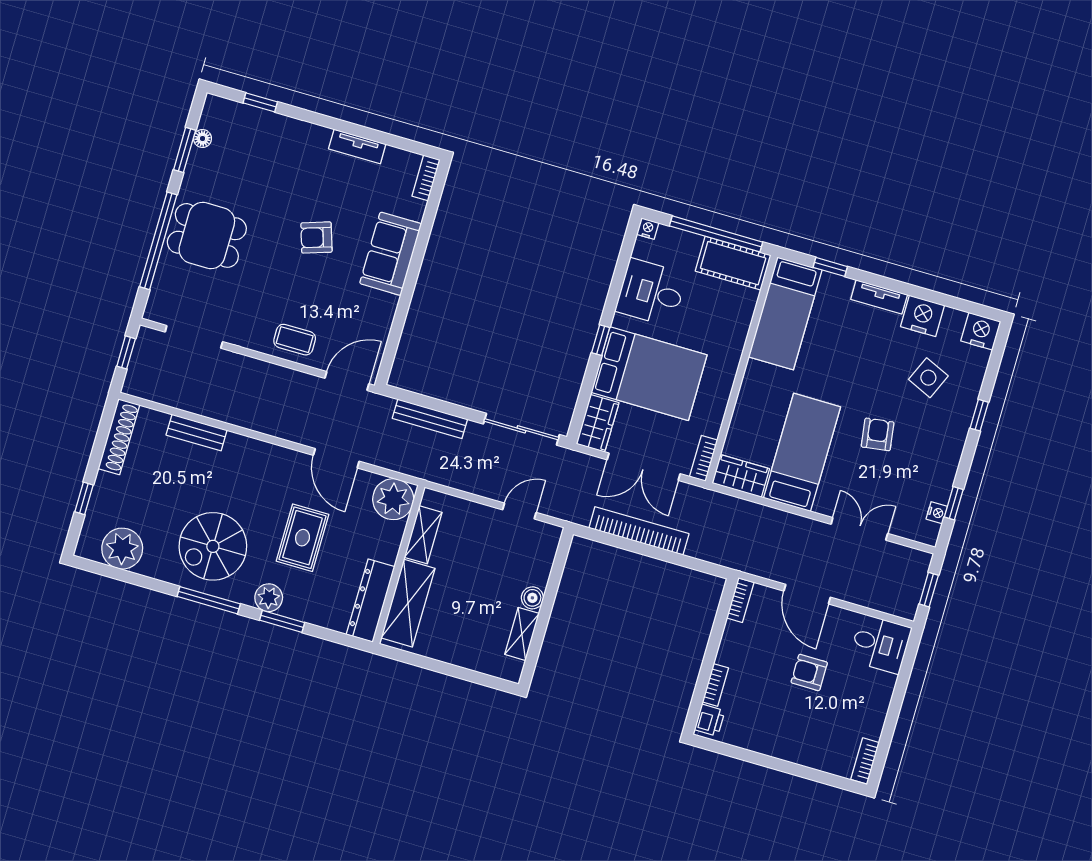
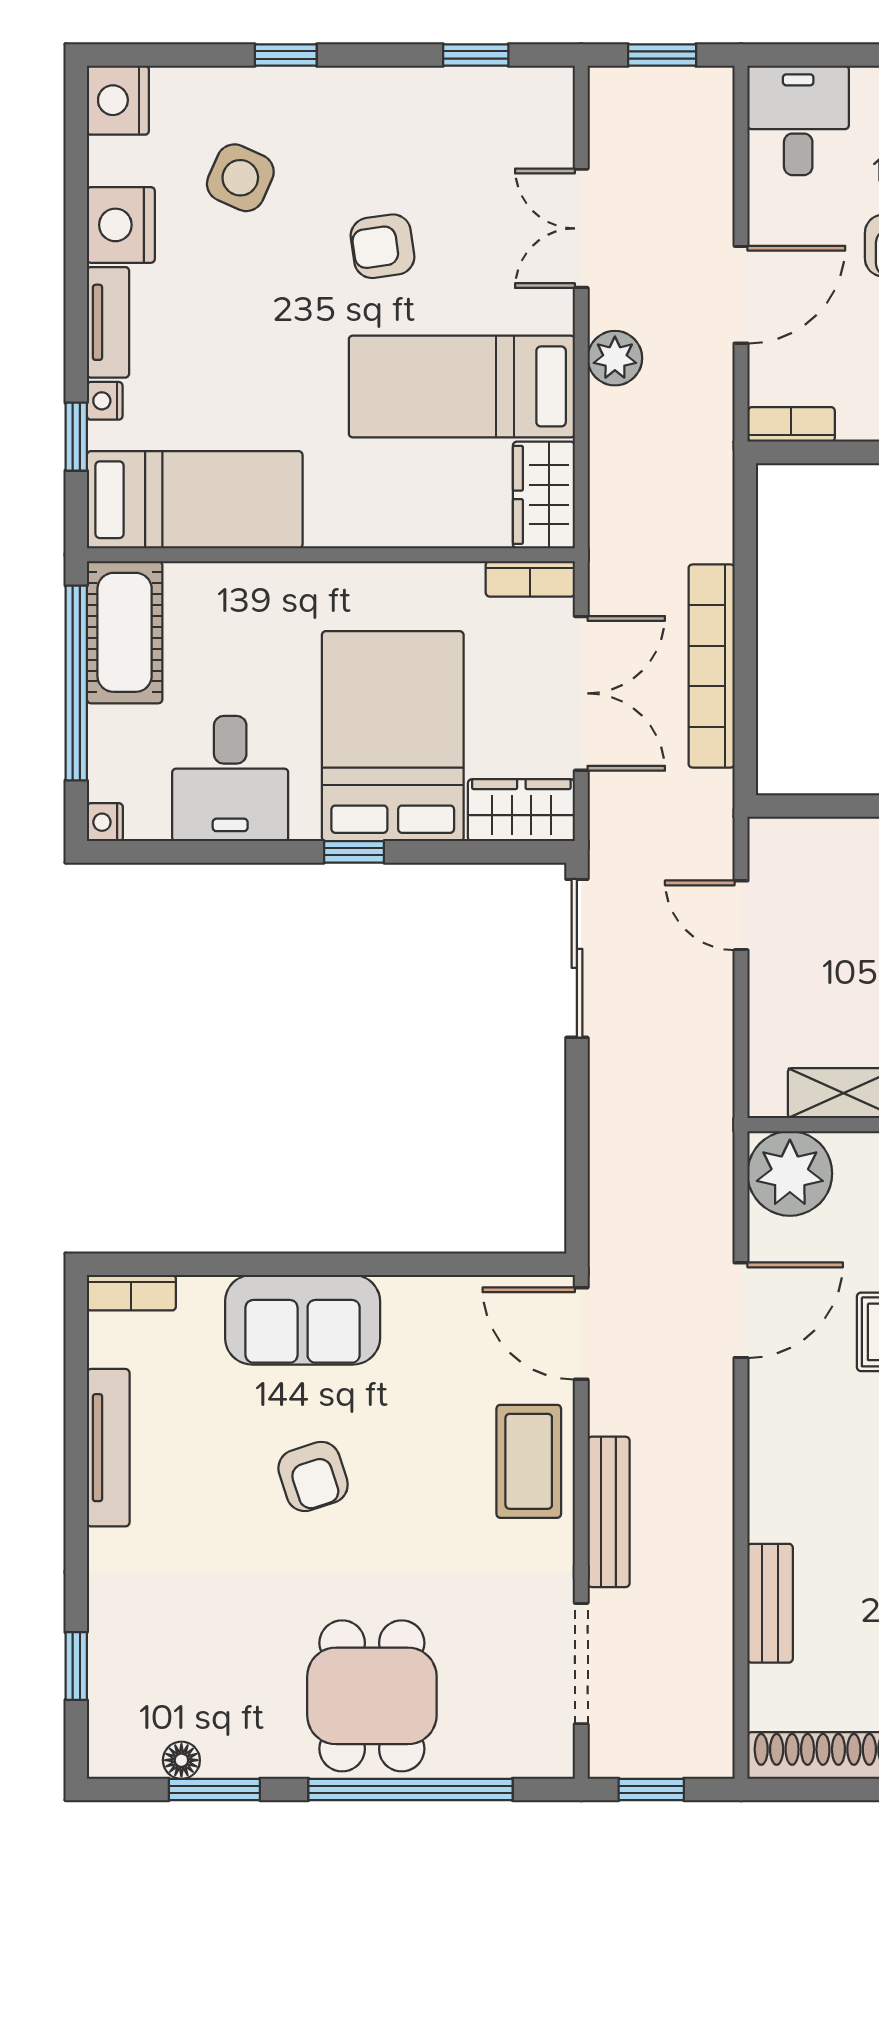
tv unit: (357, 146) -> (108, 1448), width x1.41
coffee table: (295, 340) -> (529, 1461), width x1.36, depth x1.30
bench: (430, 419) -> (609, 1512), moved
nightstand: (937, 513) -> (105, 401), moved, turned -90
plant: (795, 527) -> (615, 358), added

